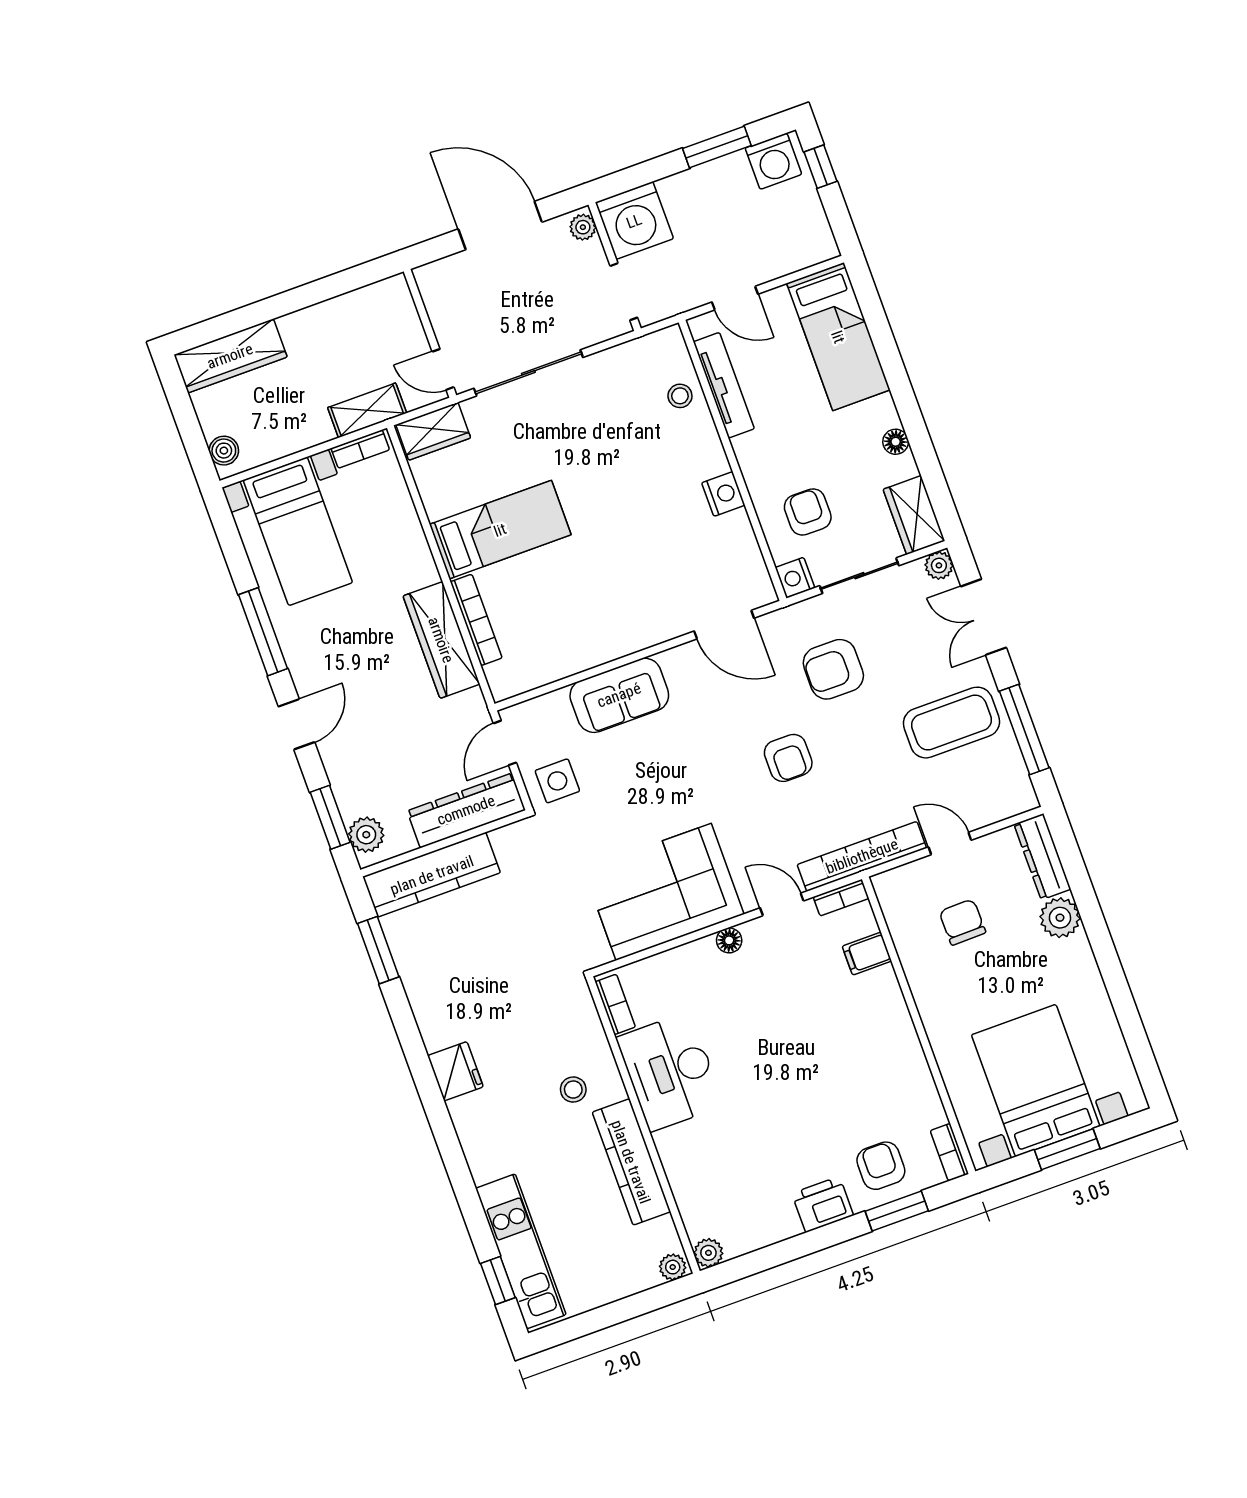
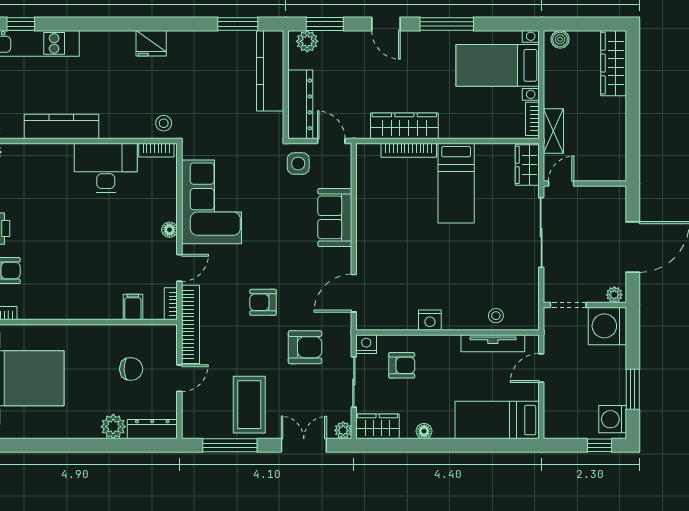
armchair: (833, 669) -> (305, 347), turned 90
stool: (573, 1090) -> (164, 123), moved

